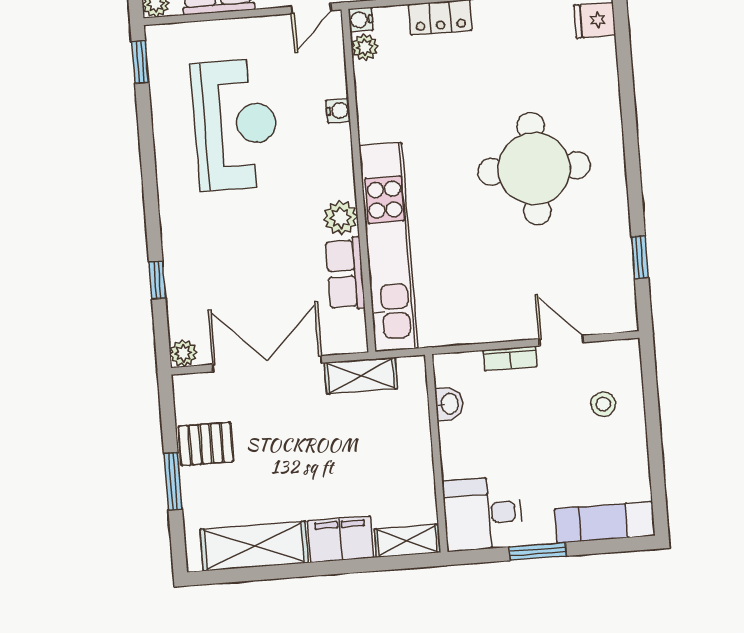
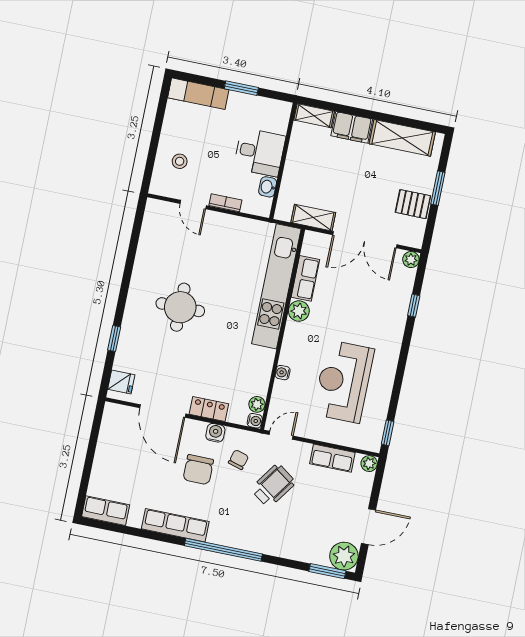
round table: (534, 169) -> (180, 307), width x0.73, depth x0.73
window: (640, 257) -> (114, 338), moved
desk: (483, 514) -> (260, 152), moved

